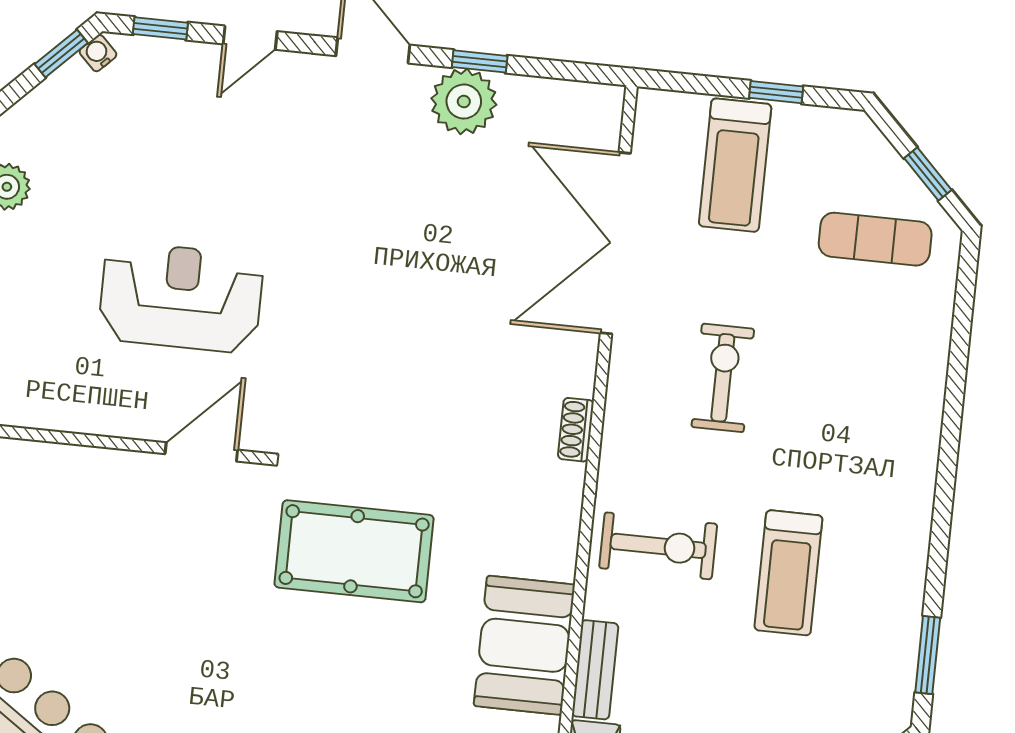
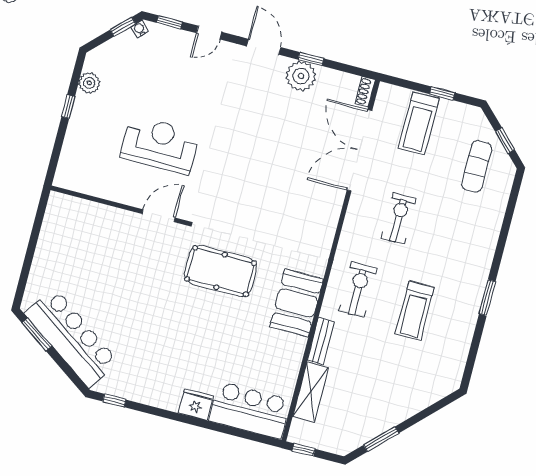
exercise mat: (875, 239) -> (477, 166), turned 90
shoe rack: (576, 430) -> (365, 92), moved
exercise bike: (658, 546) -> (358, 290), turned -90
booth: (524, 645) -> (297, 303), moved
window: (928, 655) -> (487, 298), moved

